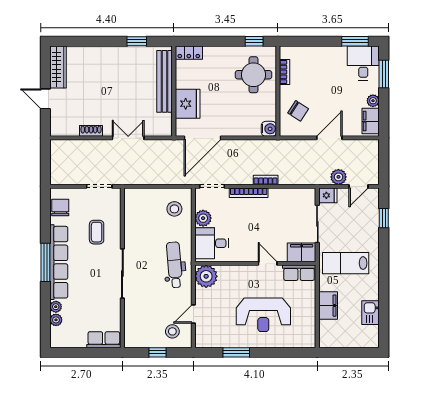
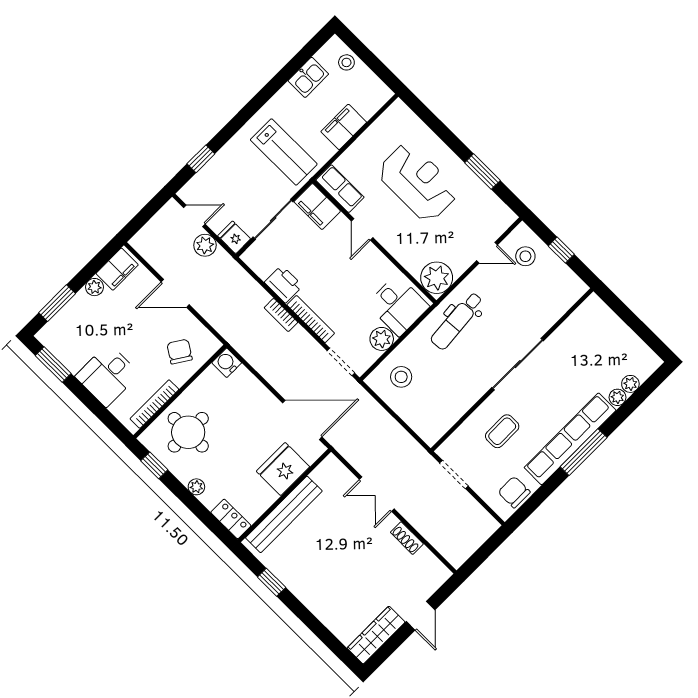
plant: (222, 52) -> (196, 487), added
desk: (363, 63) -> (107, 375), moved
bookcase: (285, 72) -> (154, 404), width x1.56
printer: (280, 197) -> (284, 284), added
chair: (60, 208) -> (514, 492), turned 90
stool: (359, 339) -> (346, 62), added
row of seats: (104, 340) -> (602, 316), removed

